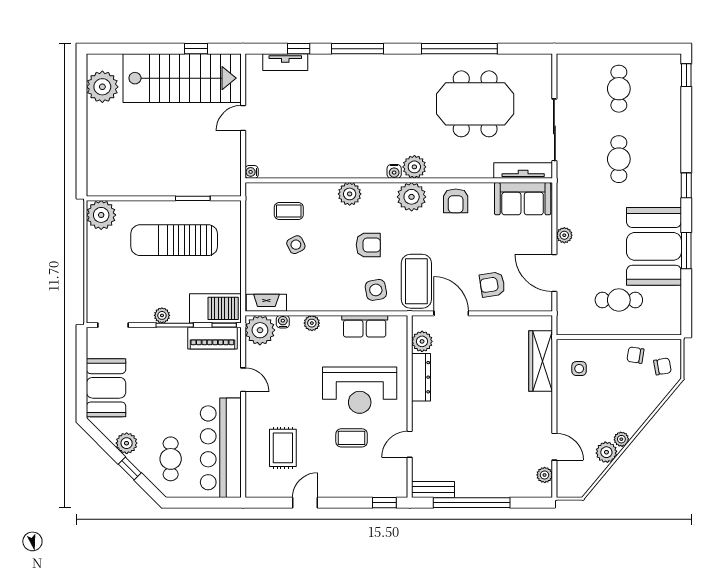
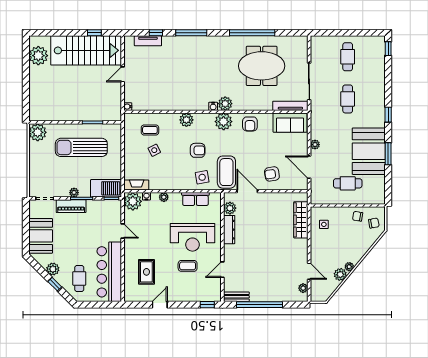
piano: (212, 338) -> (71, 206), moved

